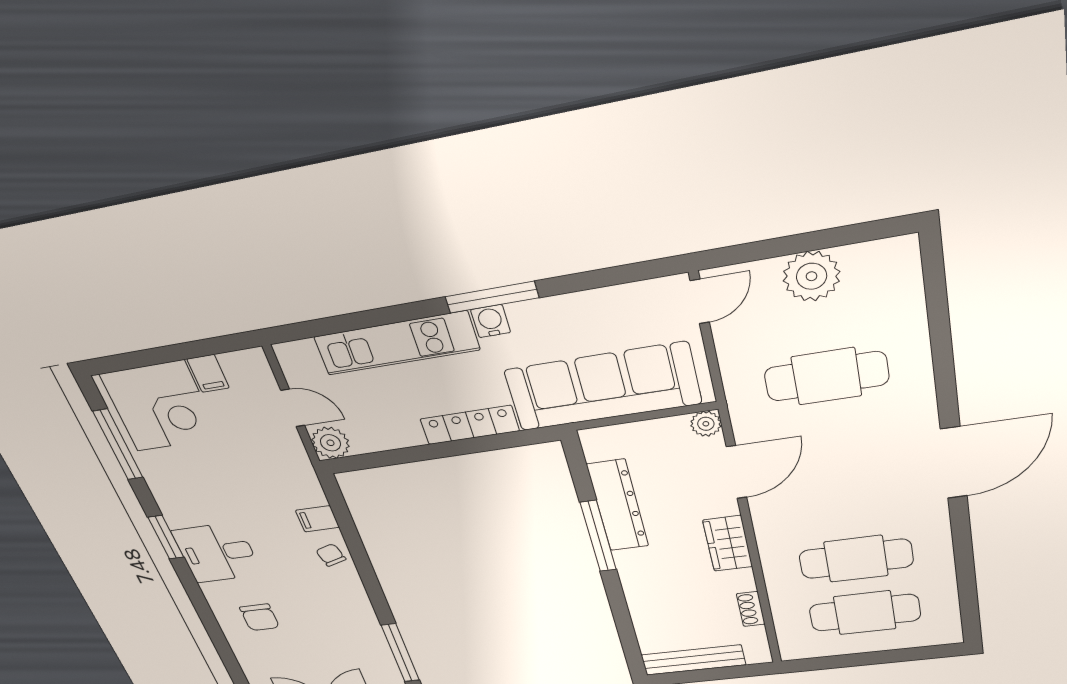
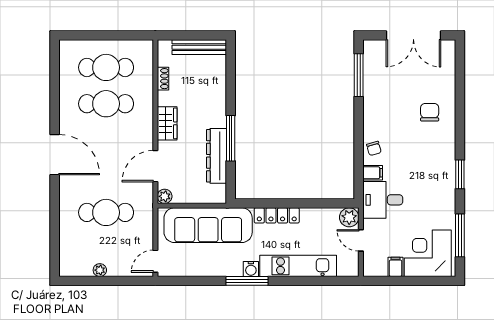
plant: (812, 276) -> (100, 270), width x0.53, depth x0.53
door: (954, 463) -> (55, 155), swing flipped
desk: (217, 553) -> (383, 200), moved, turned 180

